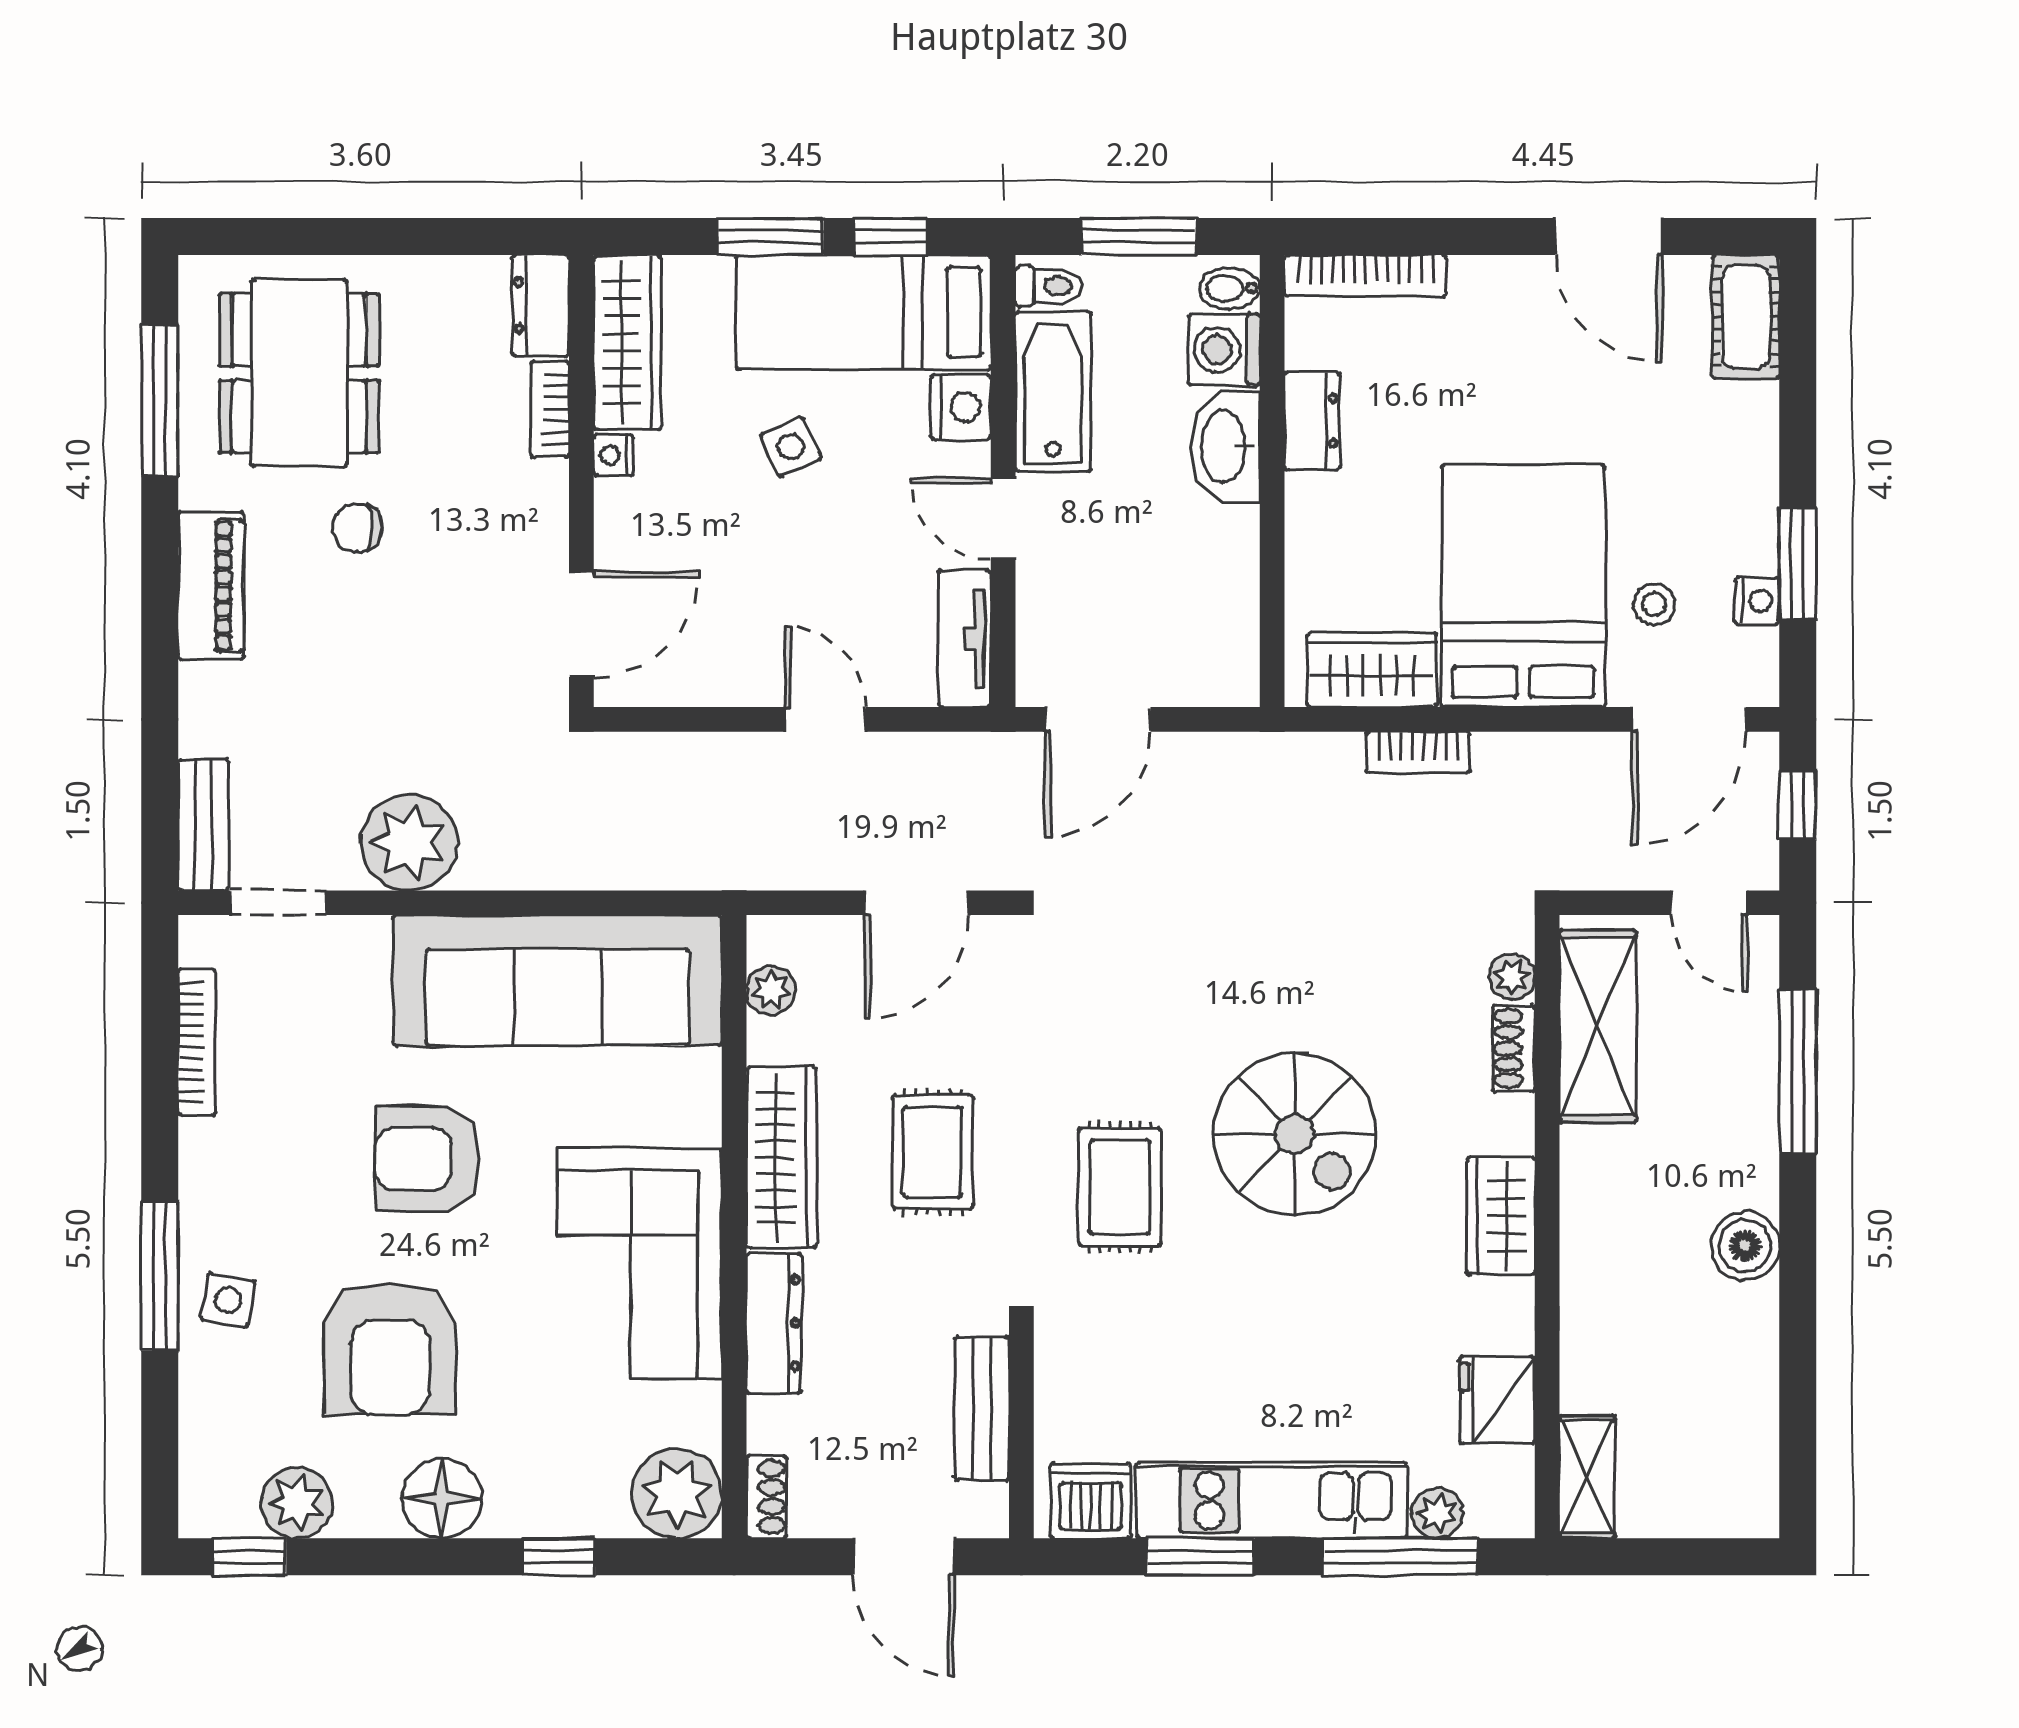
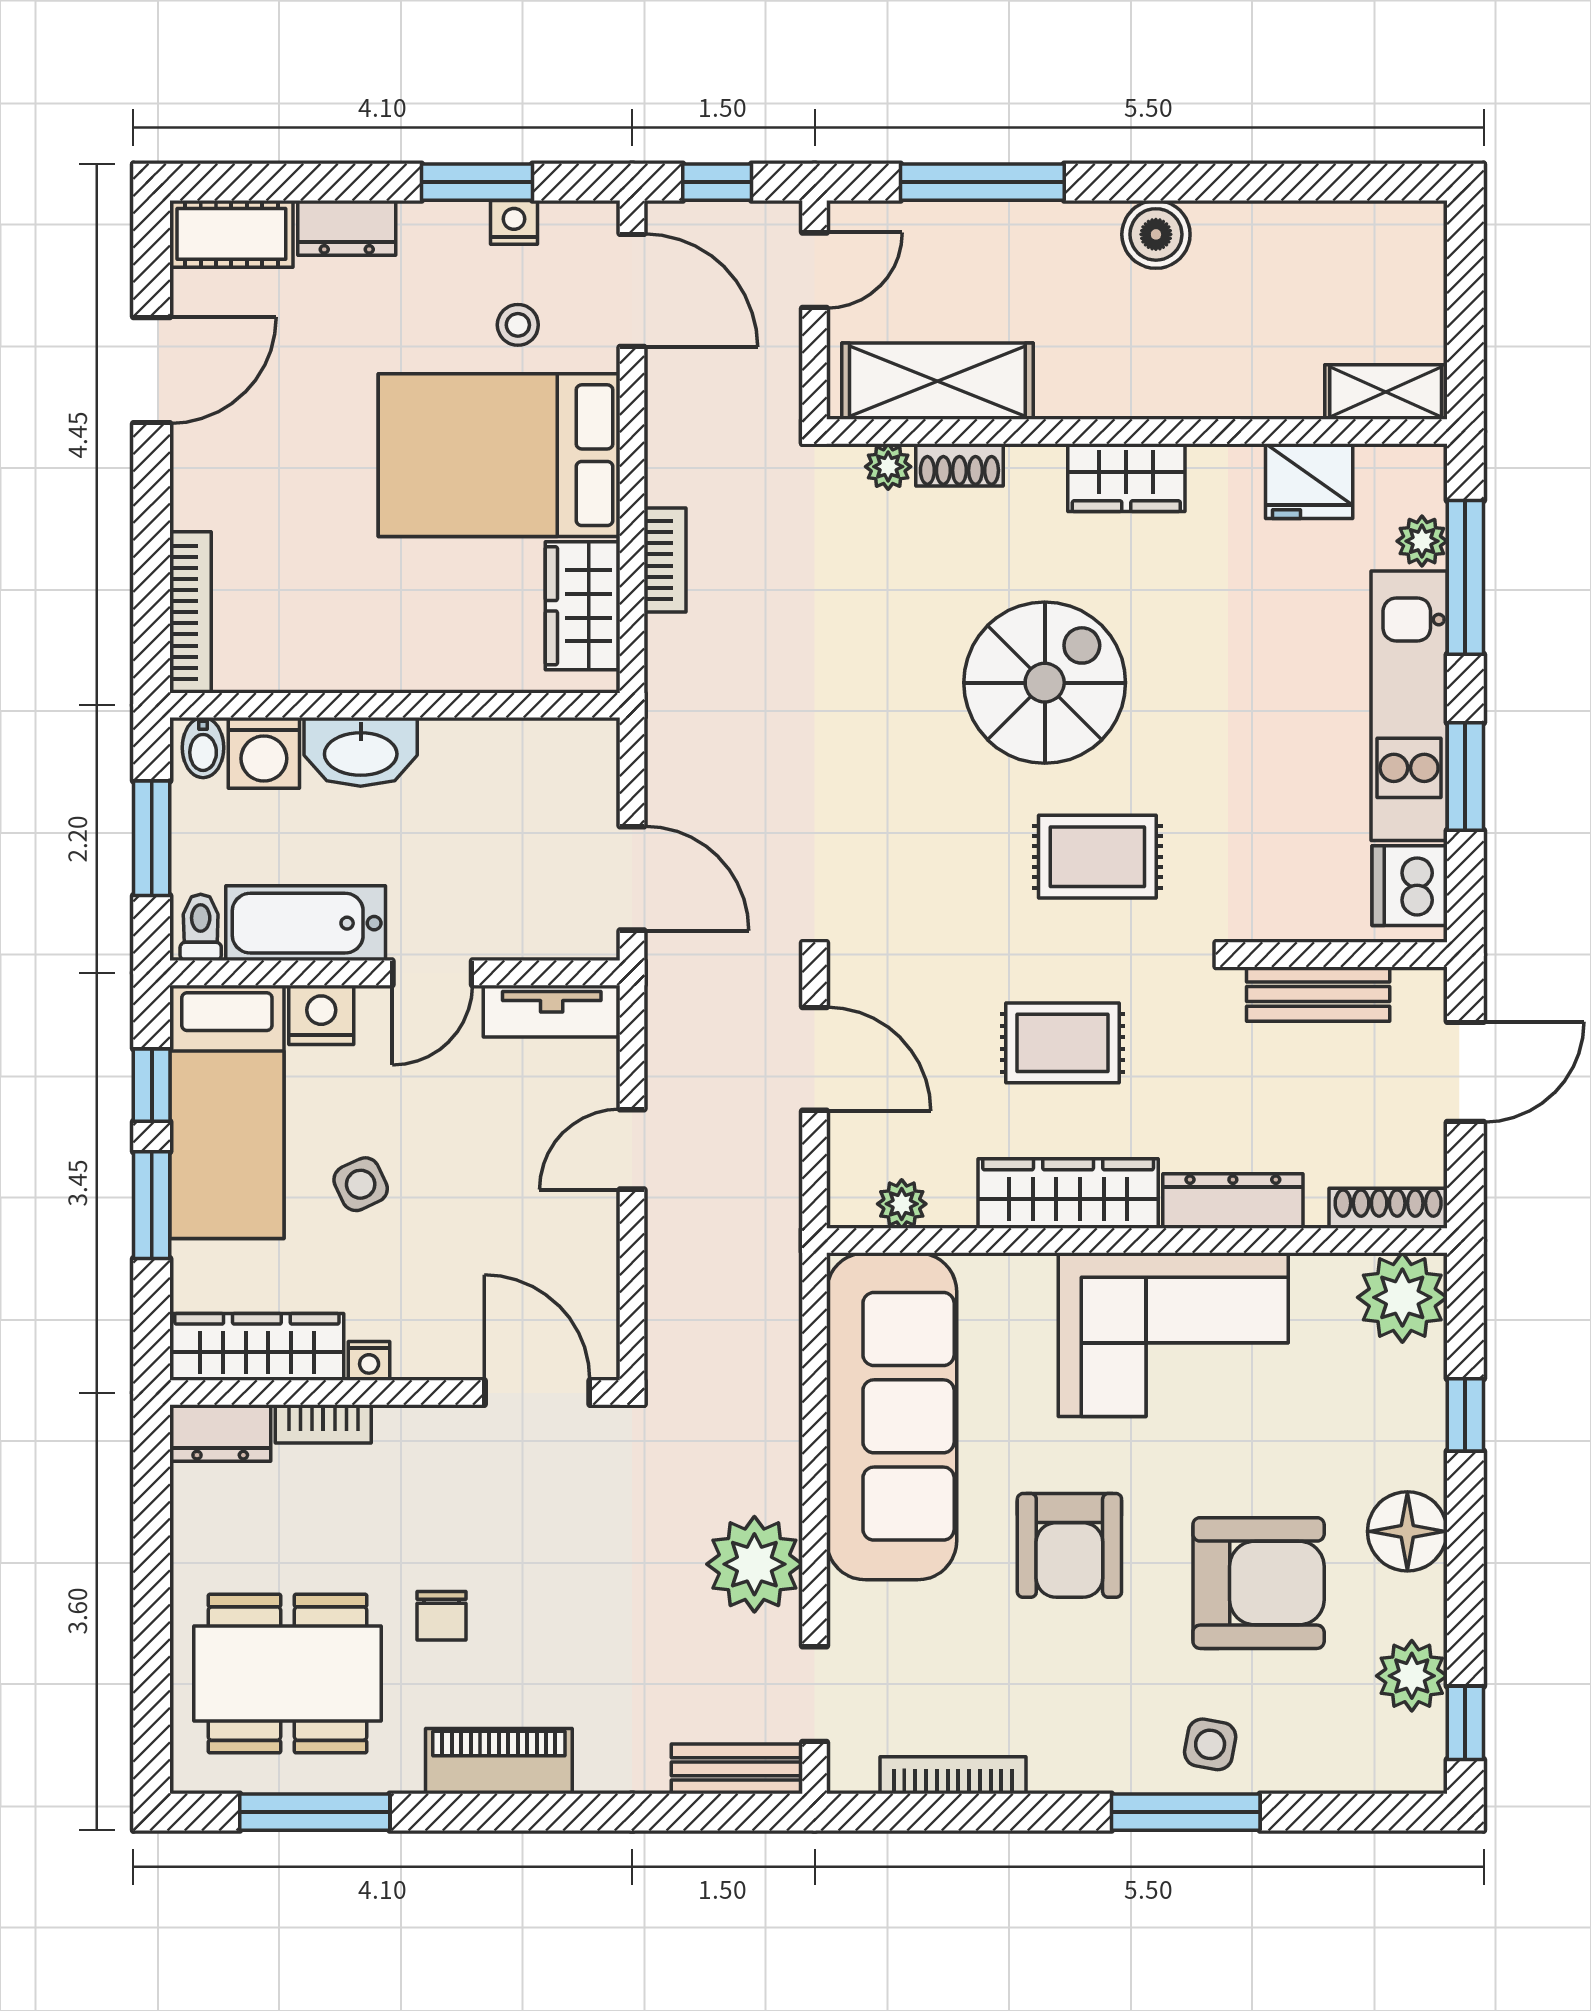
dresser: (1312, 421) -> (347, 228), moved, turned 180
shoe rack: (767, 1497) -> (1388, 1208), width x1.43

